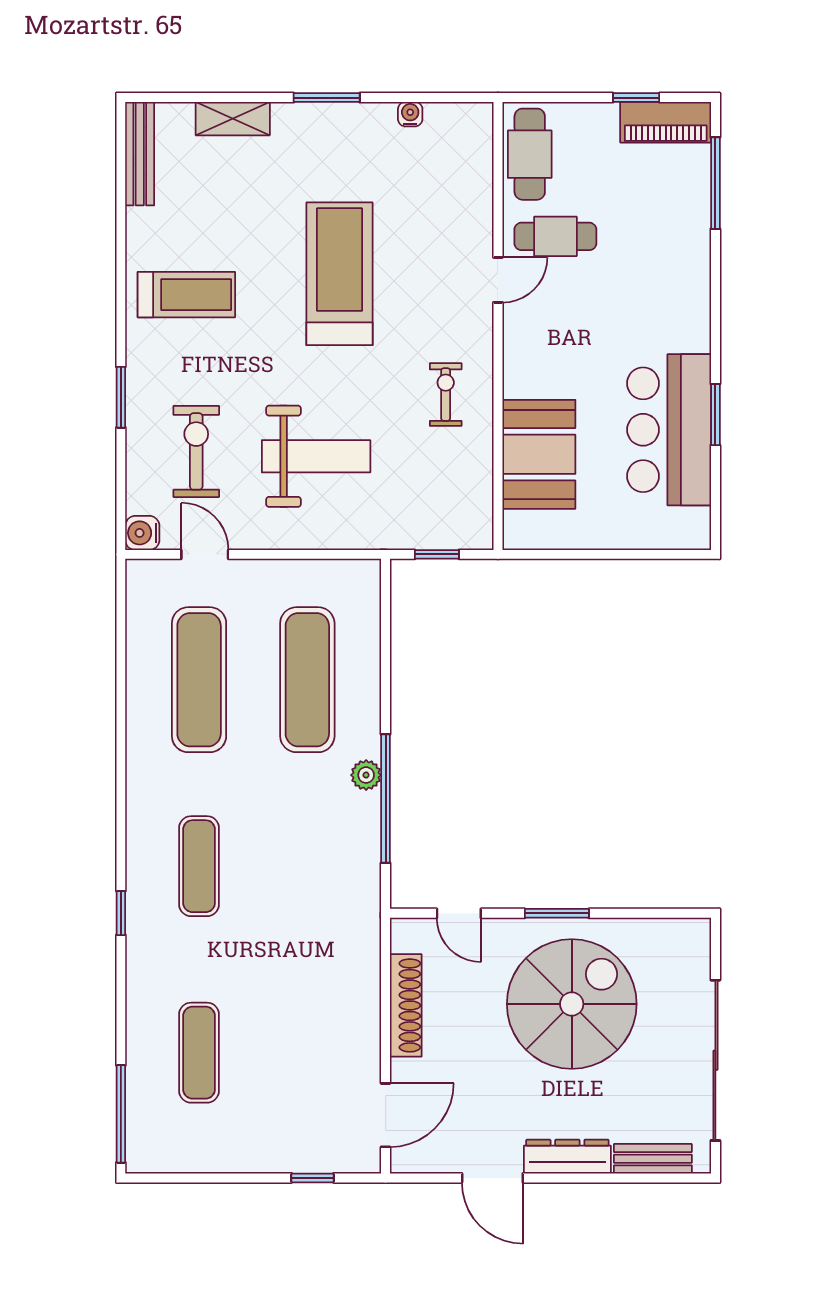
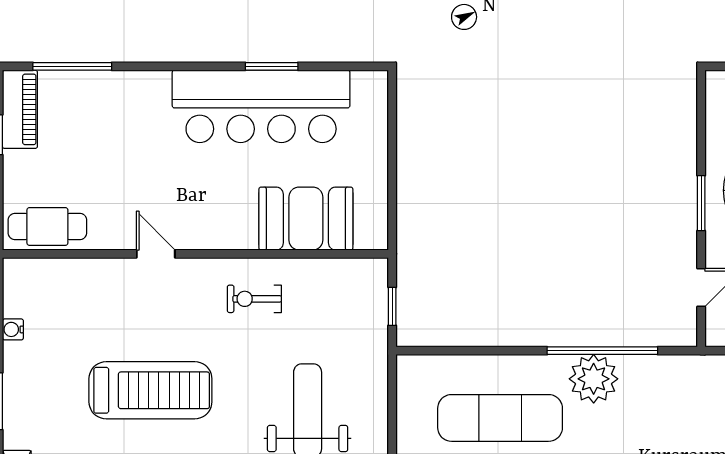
cafe table: (555, 236) -> (118, 204), removed
treadmill: (340, 274) -> (150, 390), turned 180
bar counter: (669, 430) -> (261, 106), width x1.36
plant: (366, 775) -> (594, 379), width x1.88, depth x1.88

